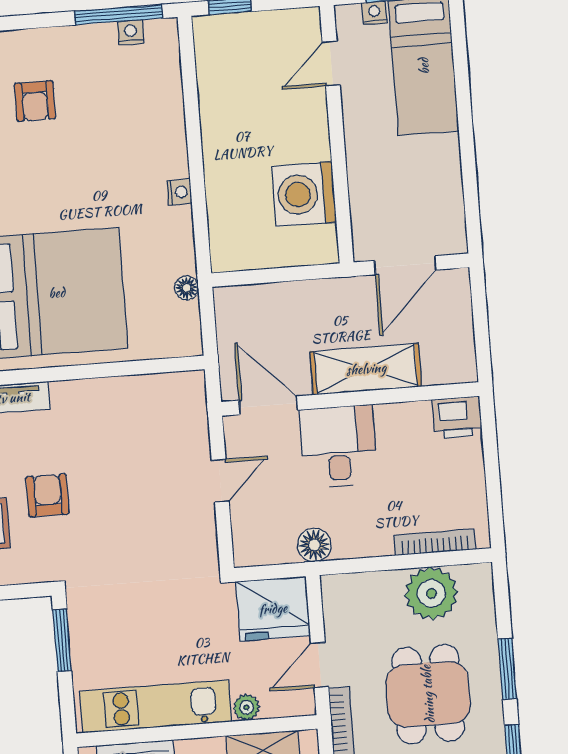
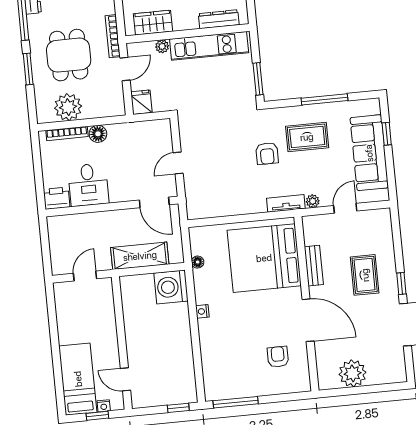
nightstand: (131, 33) -> (229, 393), removed
door: (331, 63) -> (125, 379), swing flipped
washing machine: (304, 194) -> (171, 287), moved, turned 180
door: (405, 265) -> (85, 276), width x0.73
shelving: (366, 369) -> (140, 256), moved
desk: (338, 446) -> (88, 185), moved
floor lamp: (314, 545) -> (98, 134), moved
fridge: (273, 609) -> (141, 102), width x0.53, depth x0.75

